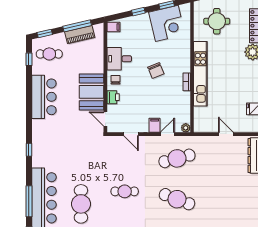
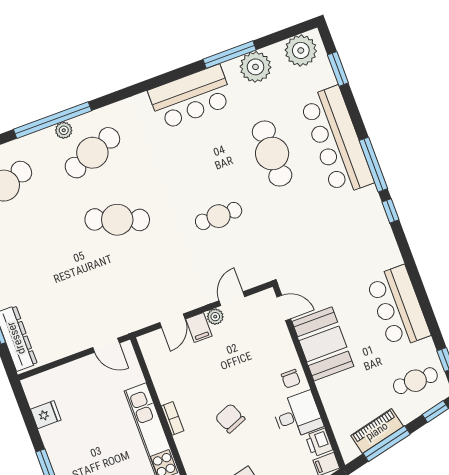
printer: (113, 97) -> (319, 443), moved
plant: (186, 128) -> (215, 317), moved
door: (131, 134) -> (232, 299), hinge flipped
door: (226, 134) -> (106, 345), moved
cafe table: (177, 158) -> (142, 287), removed
cafe table: (125, 191) -> (219, 216), moved
window: (29, 201) -> (373, 165), moved

